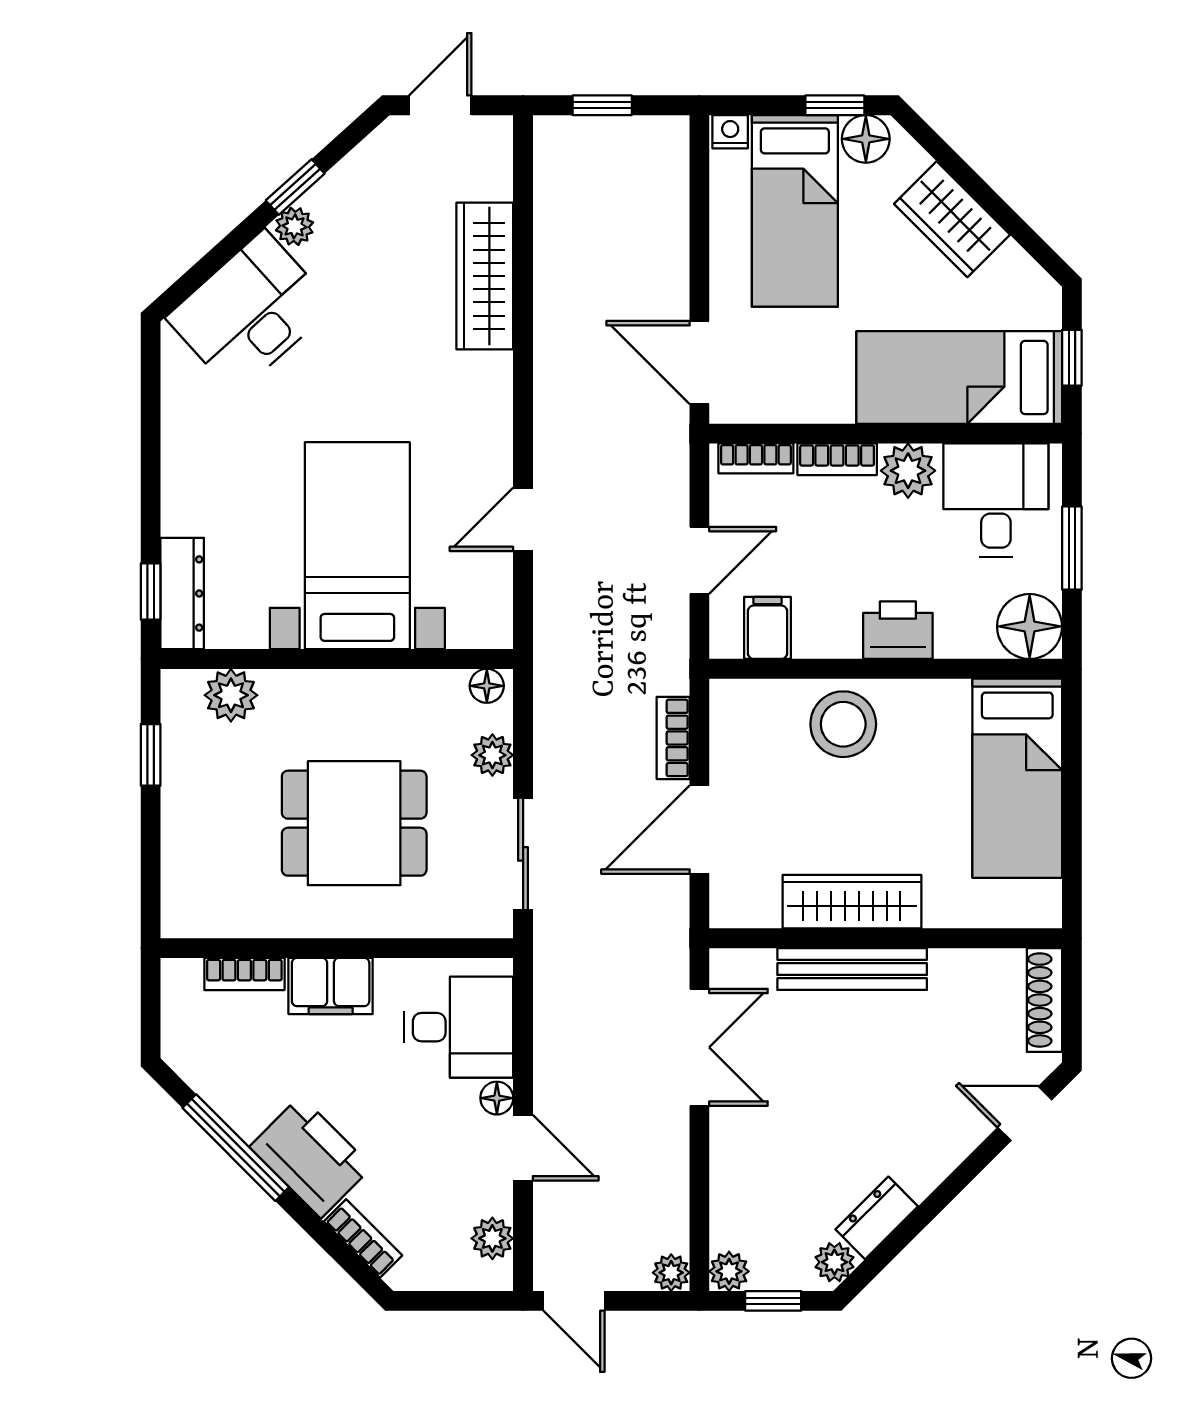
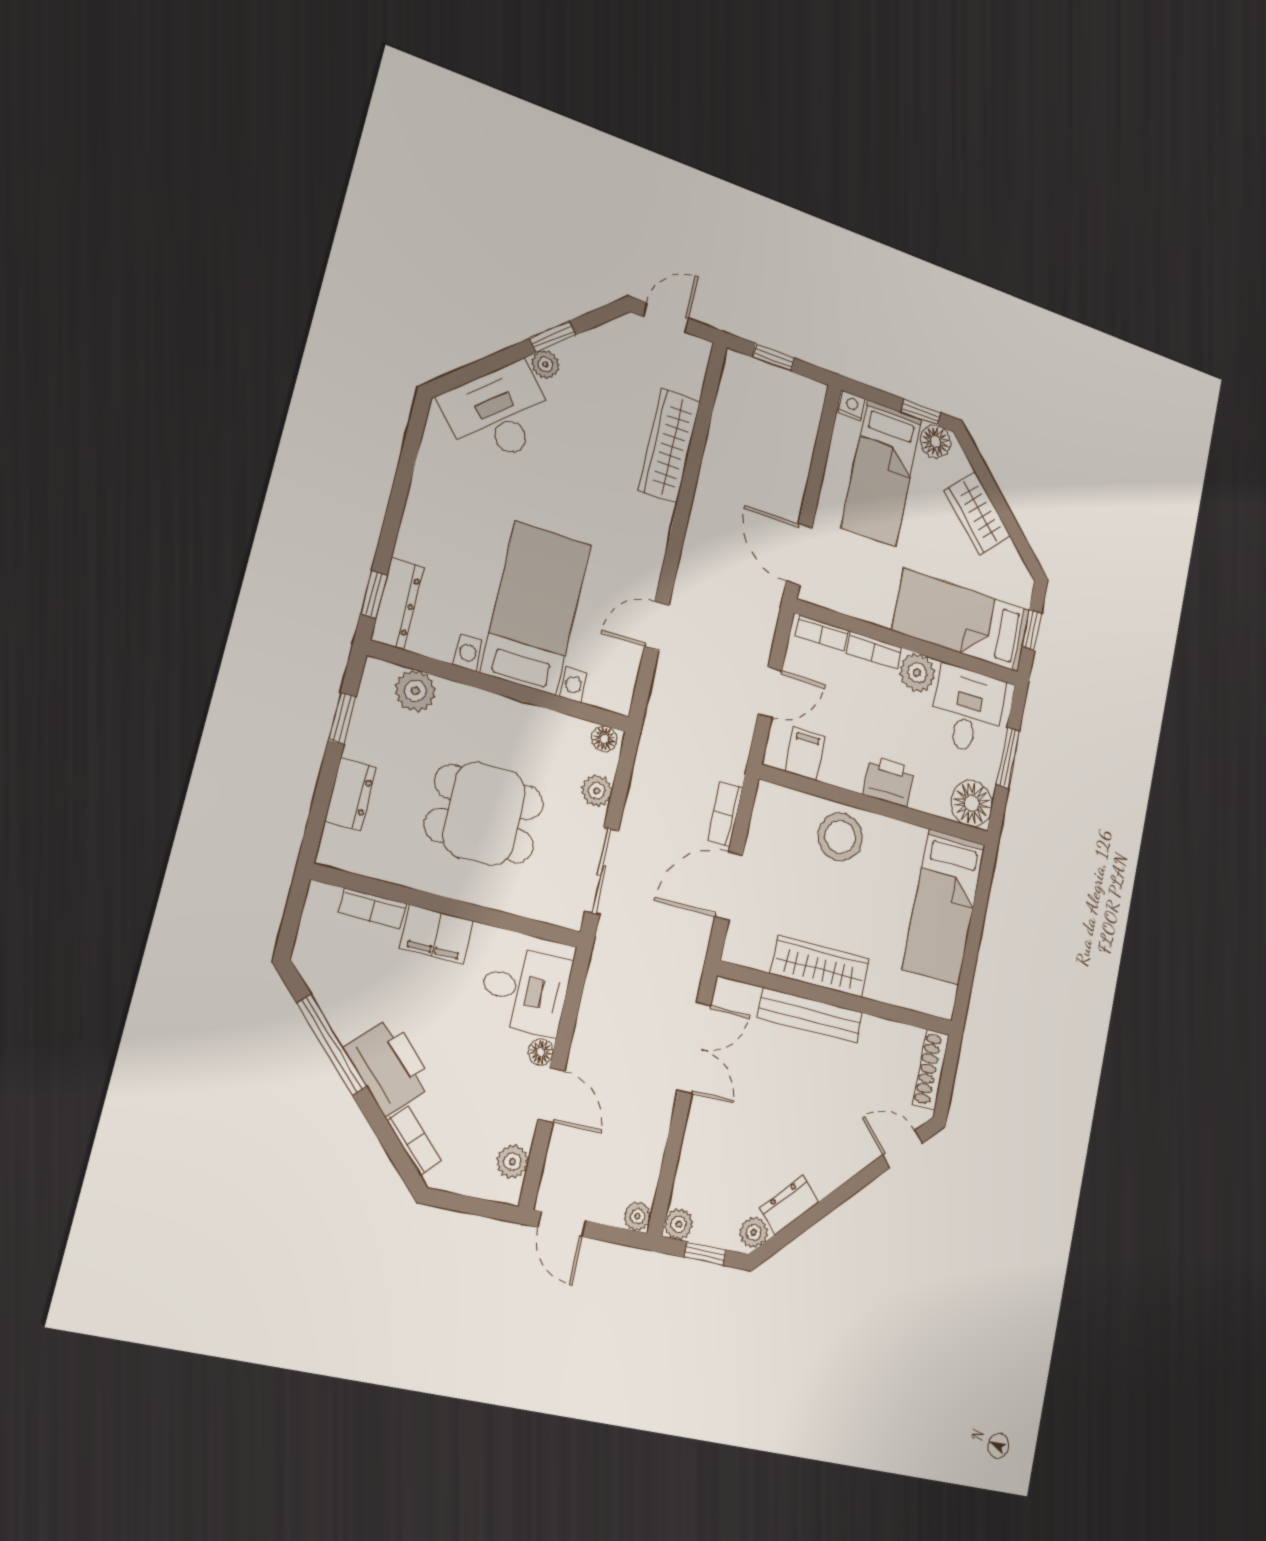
dresser: (184, 844) -> (351, 794), added

